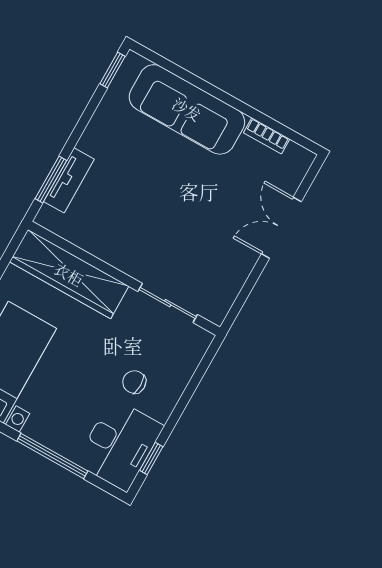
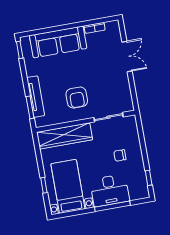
tv unit: (69, 180) -> (36, 97), width x1.41
armchair: (142, 227) -> (77, 98), added
double door: (281, 228) -> (127, 56), swing flipped
desk: (119, 445) -> (110, 190), moved, turned 90

